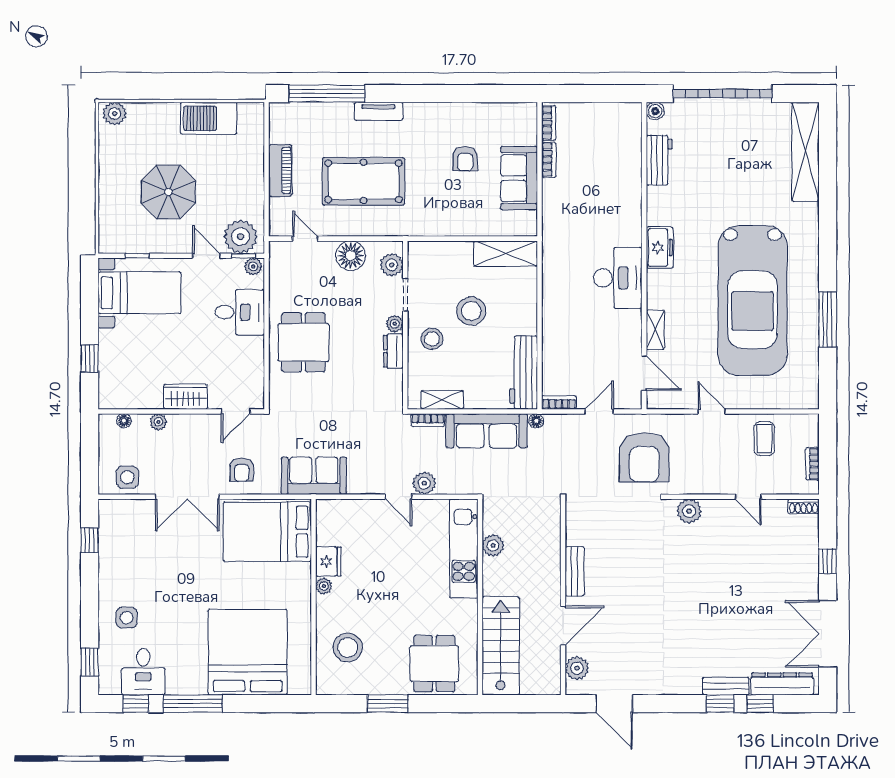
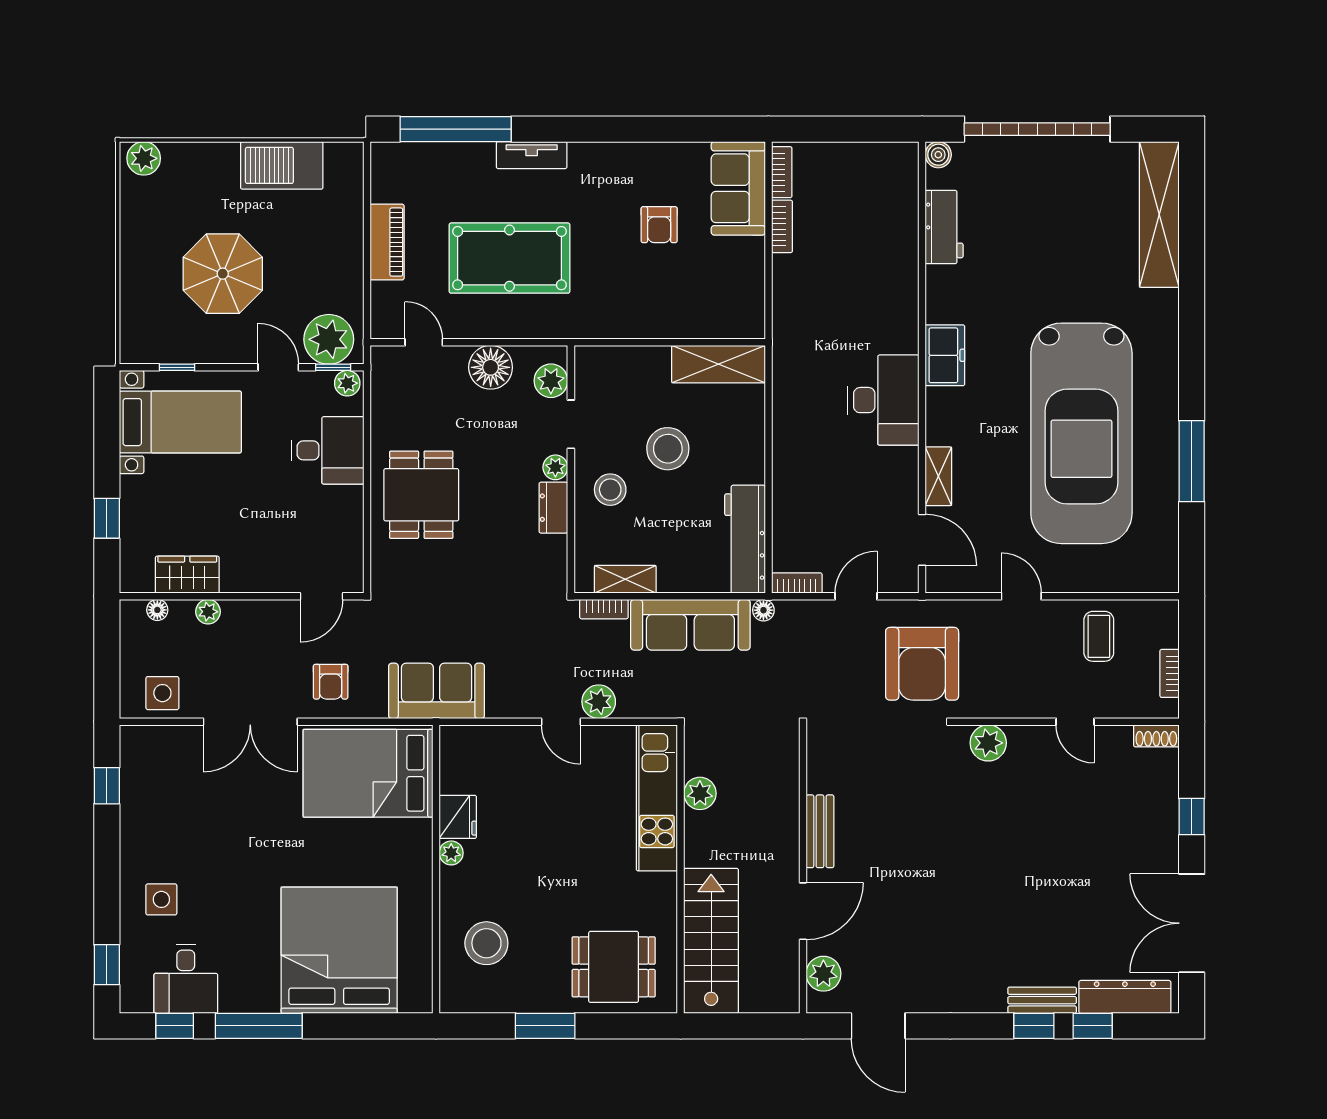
sofa: (519, 178) -> (738, 188), moved
wardrobe: (186, 397) -> (187, 575), moved
dining table: (434, 663) -> (614, 967), turned 90

